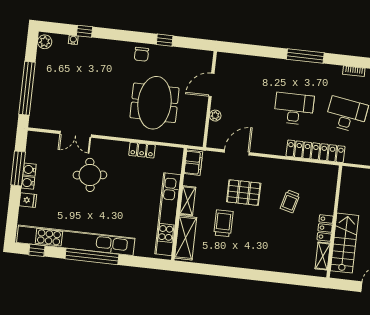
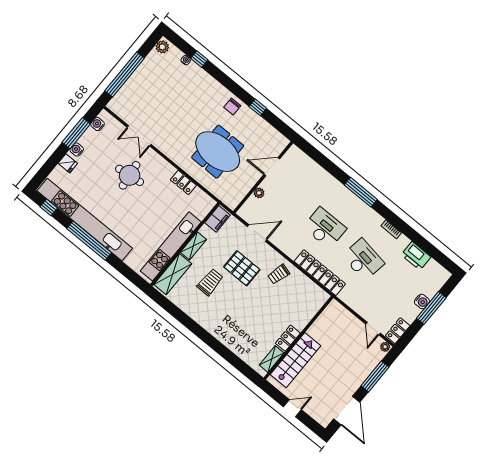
meeting table: (155, 103) -> (218, 152), turned 90
water cooler: (29, 170) -> (98, 124), moved
trolley: (290, 201) -> (279, 274), moved

